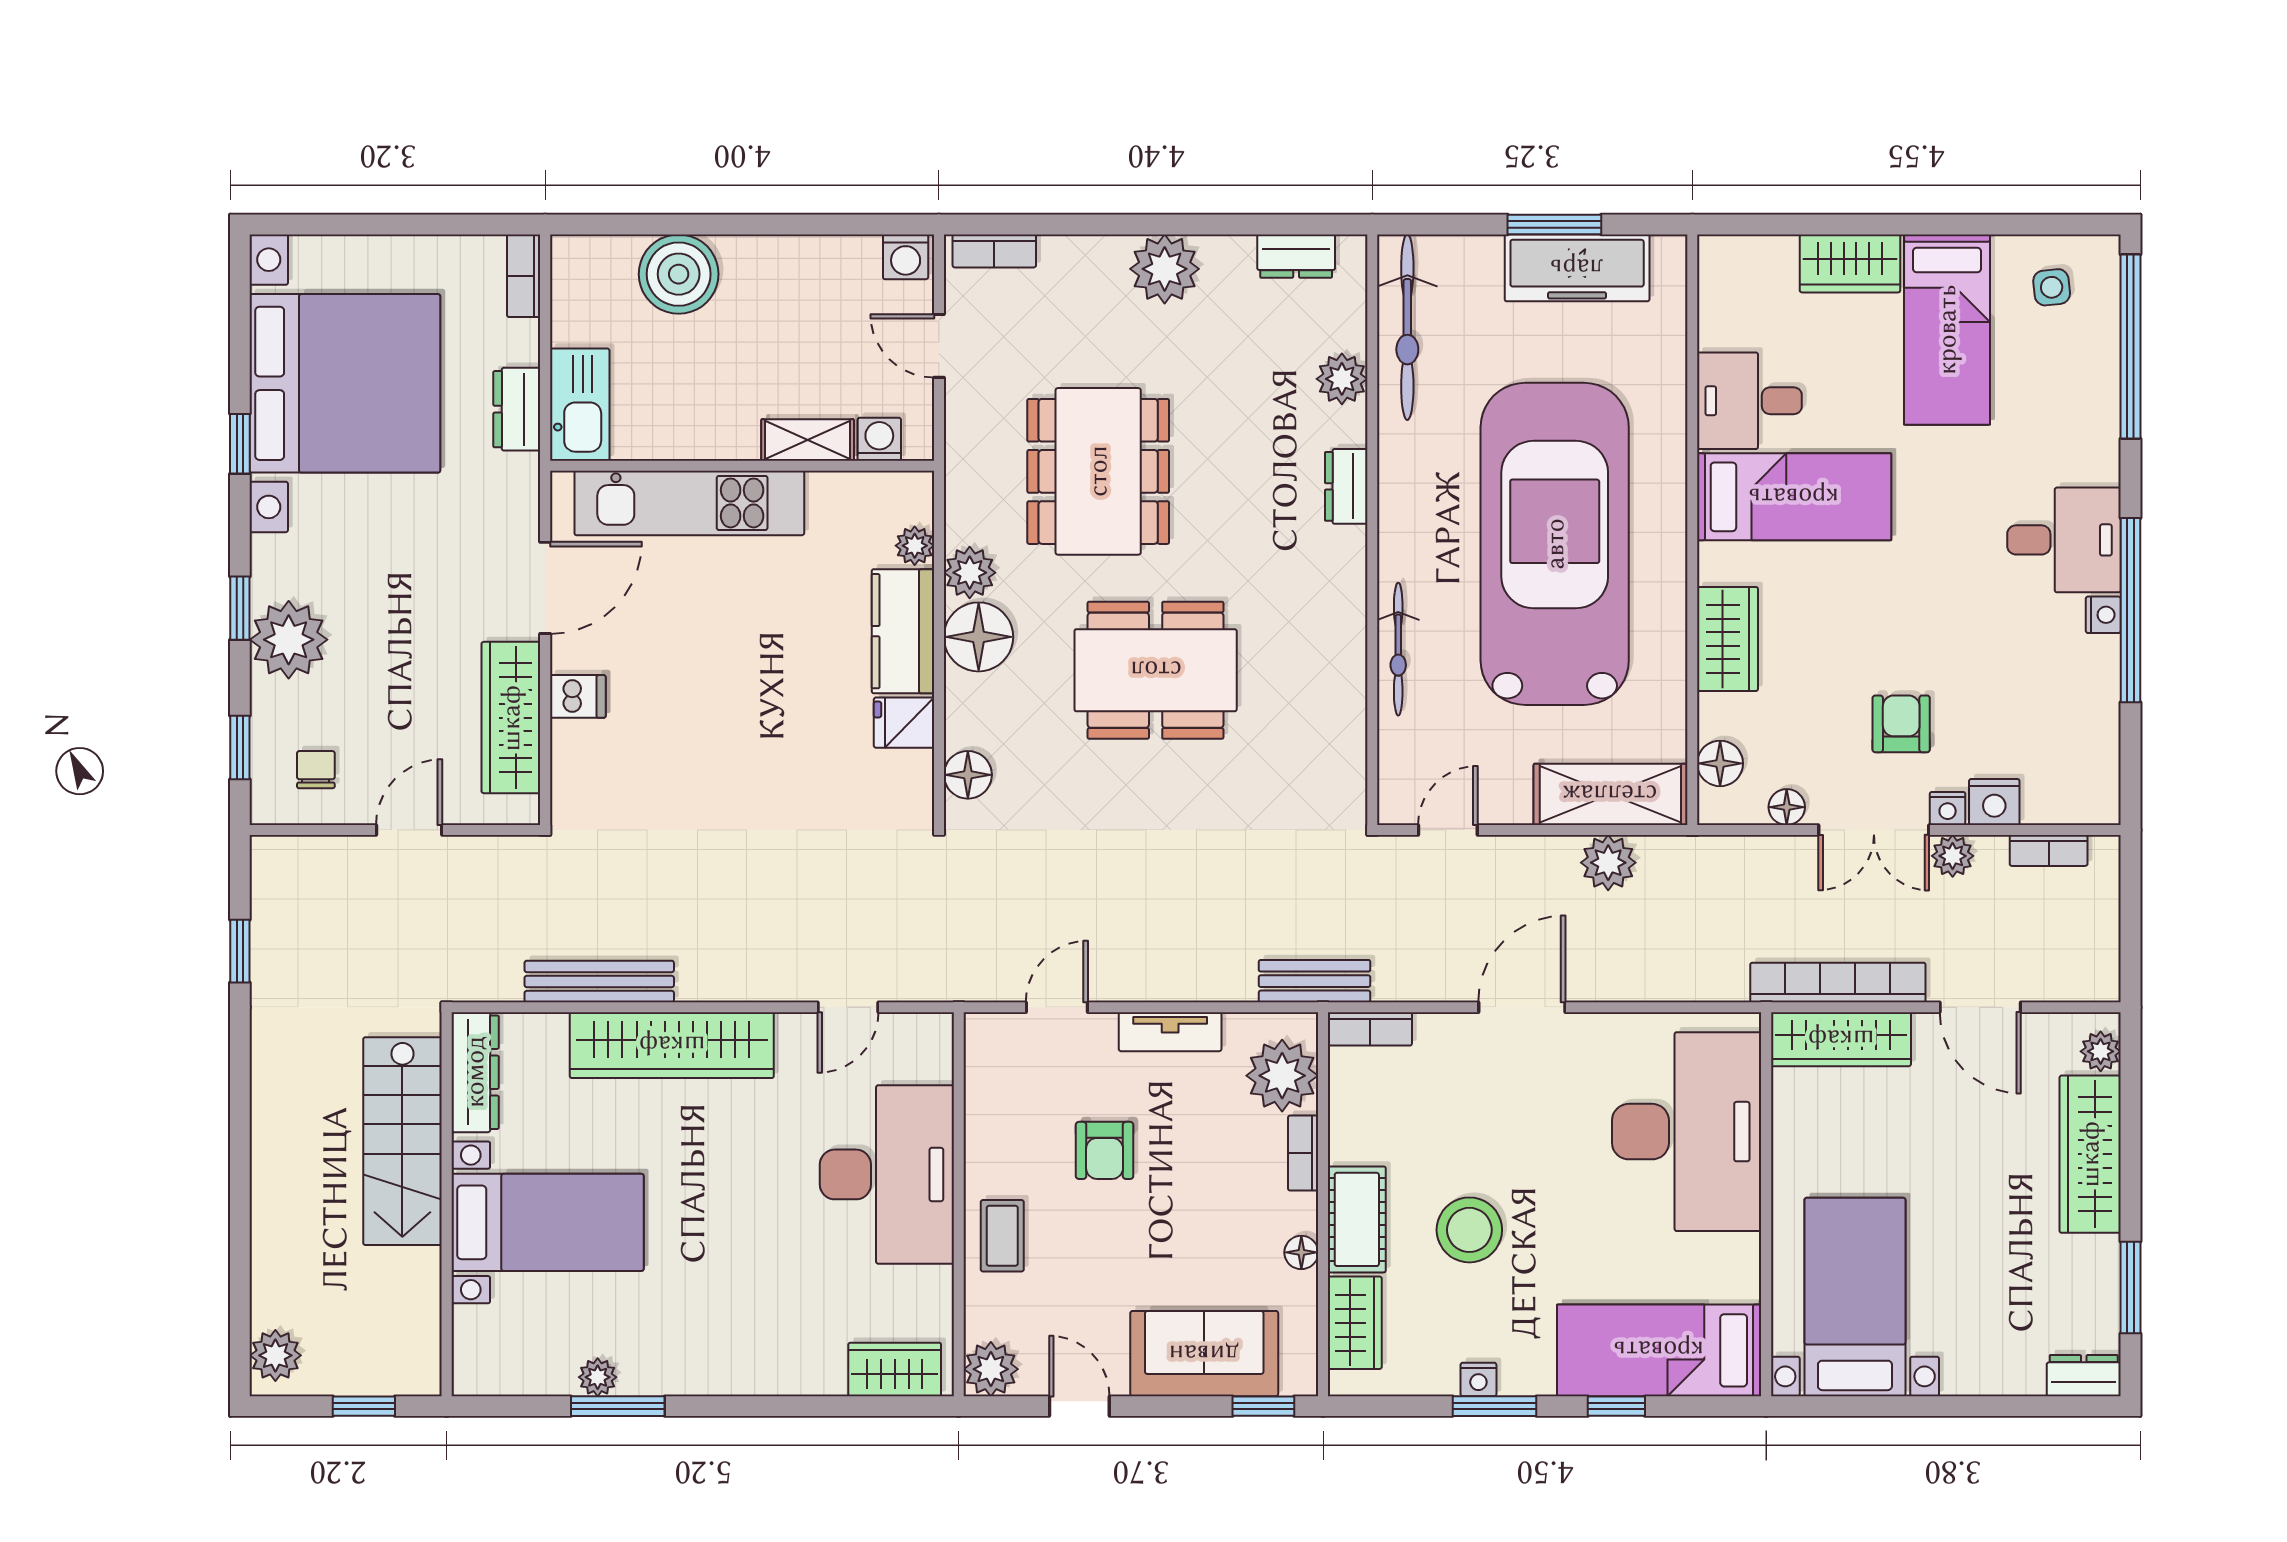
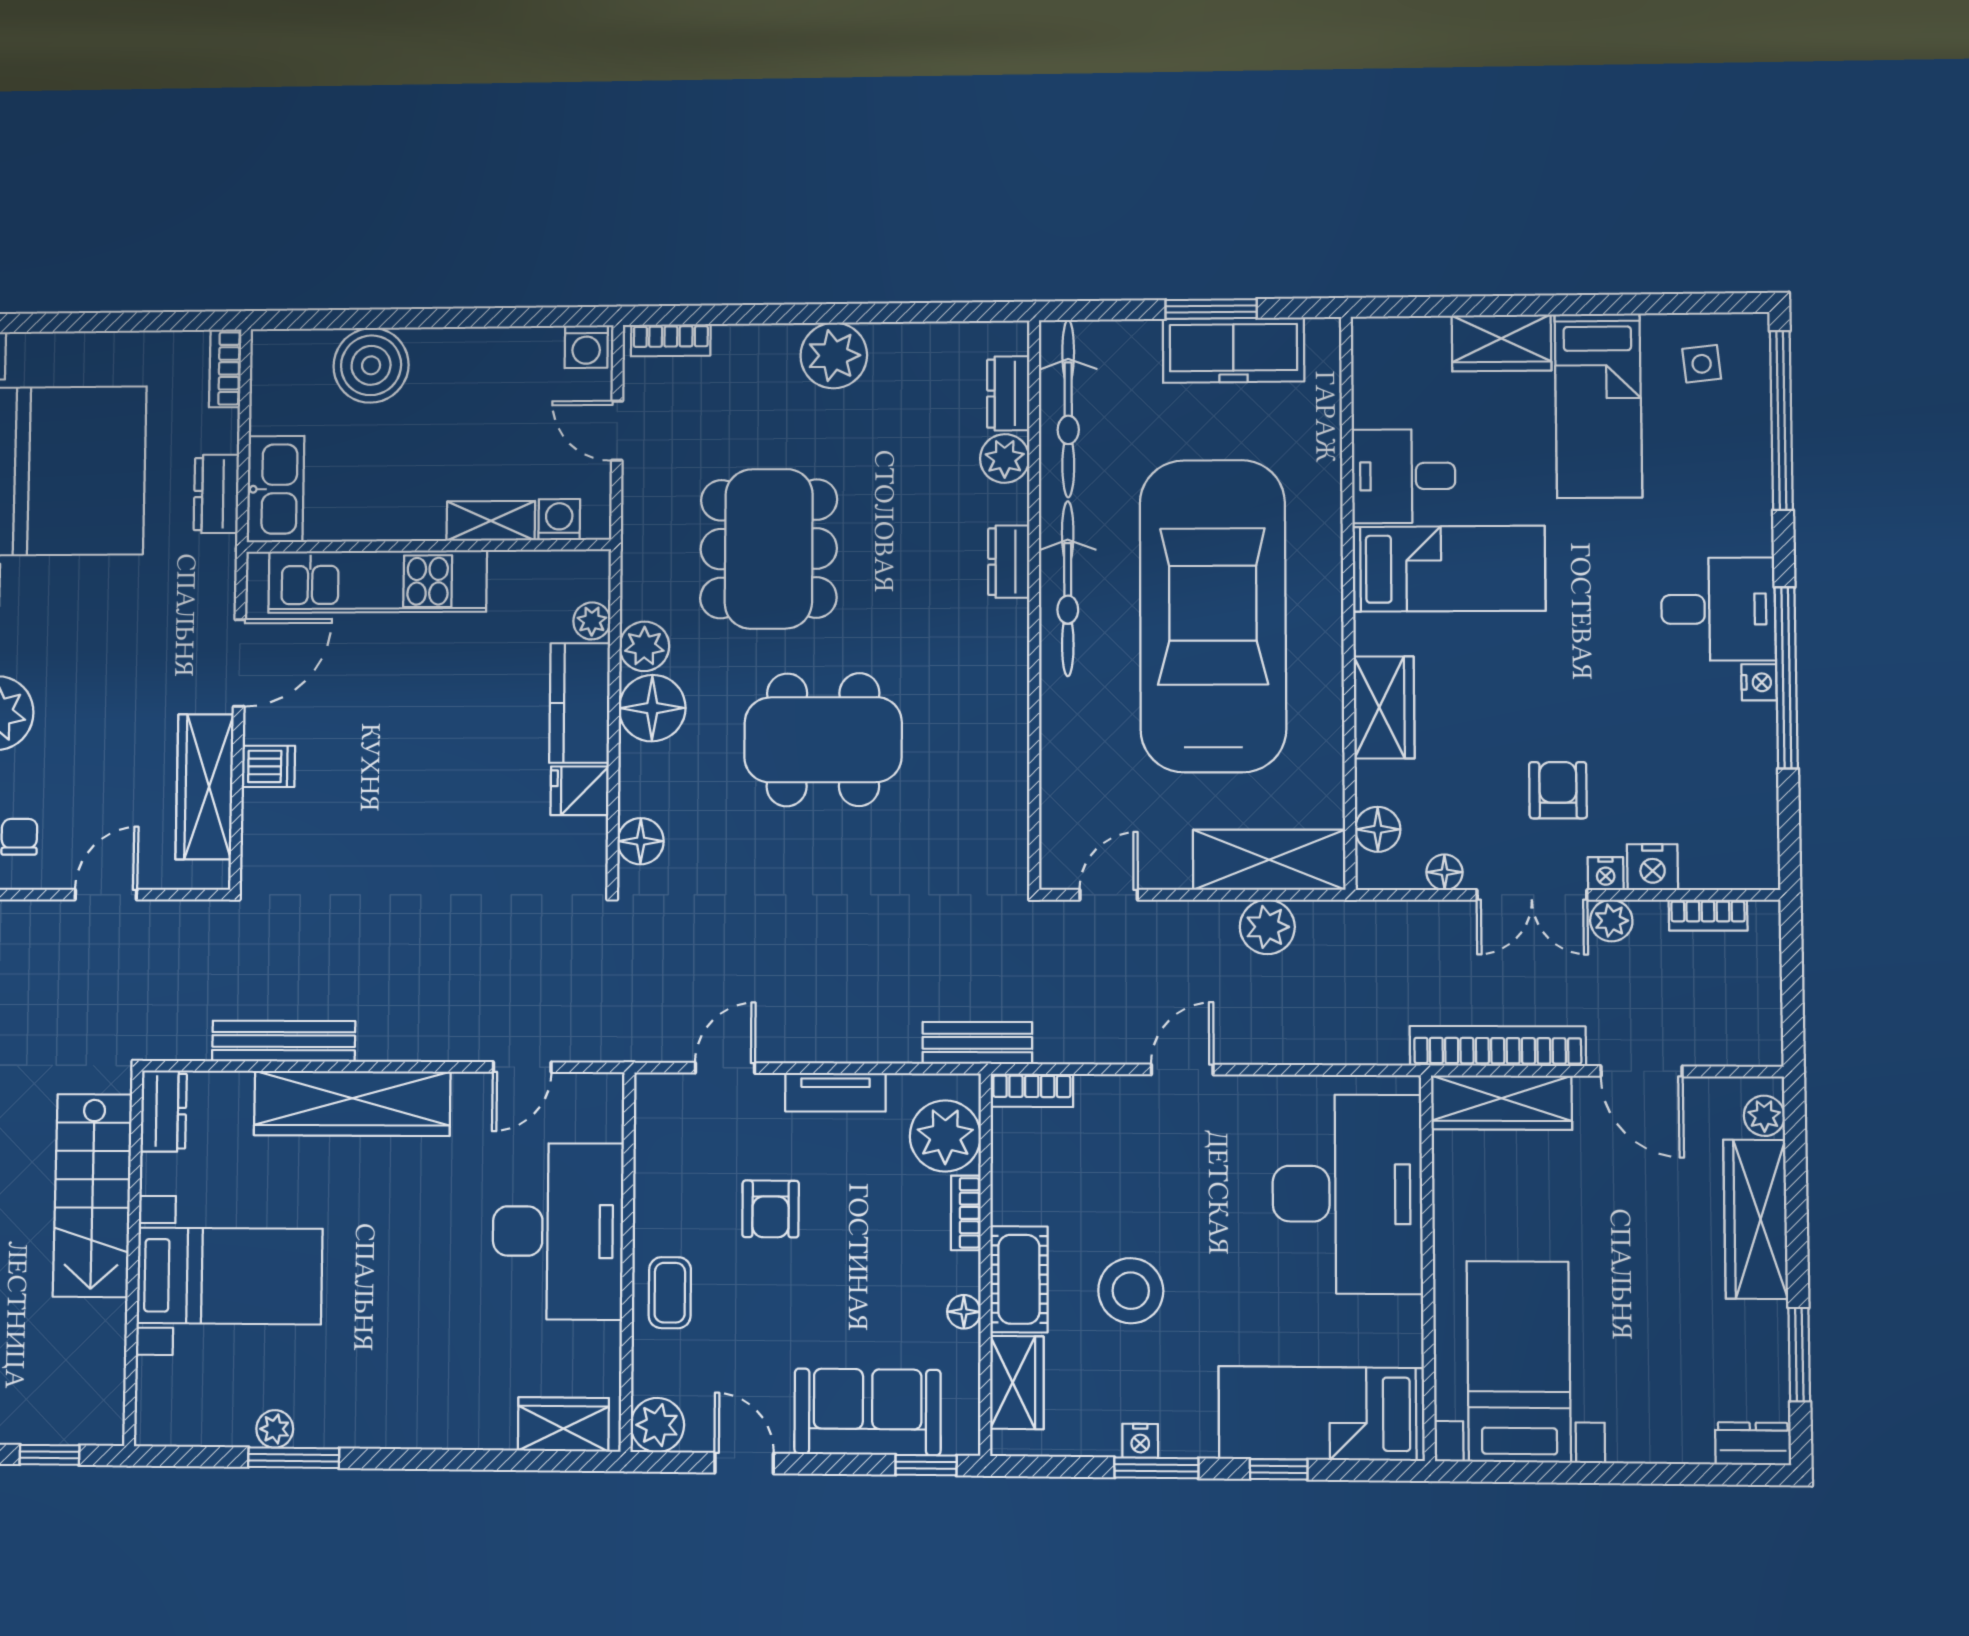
dresser: (1296, 256) -> (1008, 393), moved, turned 90
bicycle: (1398, 649) -> (1068, 589), moved, width x1.37, depth x1.40
door: (1522, 1007) -> (1182, 1070), width x0.73
dresser: (475, 1072) -> (164, 1111), width x0.70

